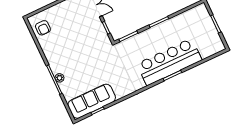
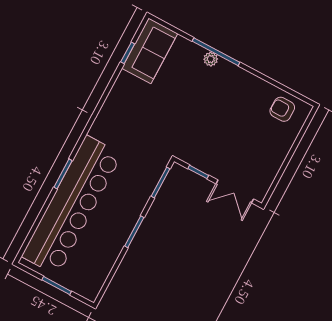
bar counter: (169, 62) -> (72, 205), width x1.36
sofa: (92, 101) -> (150, 51), width x0.73

